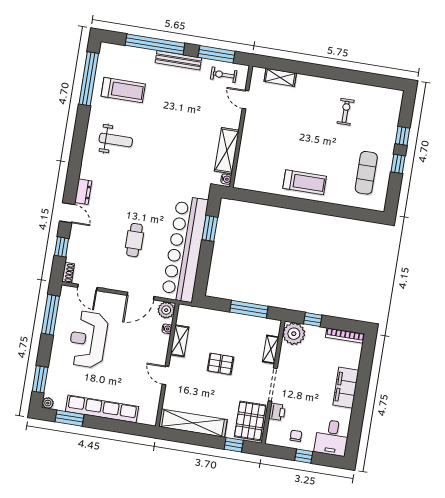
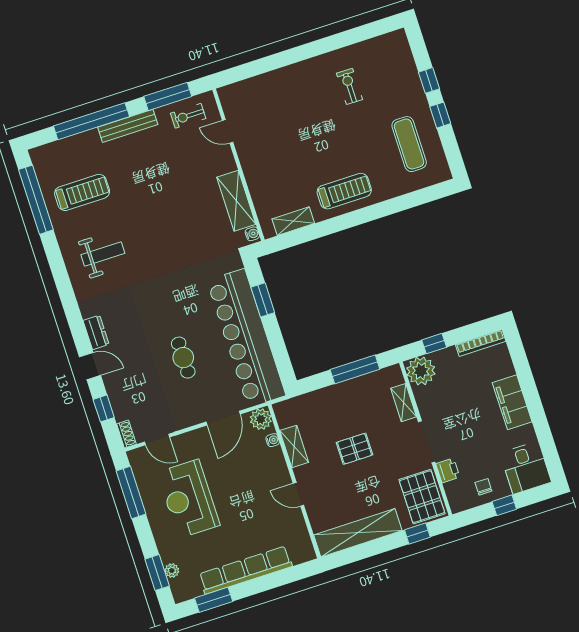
shelving: (280, 77) -> (293, 221), moved
plant: (48, 403) -> (172, 571), moved

